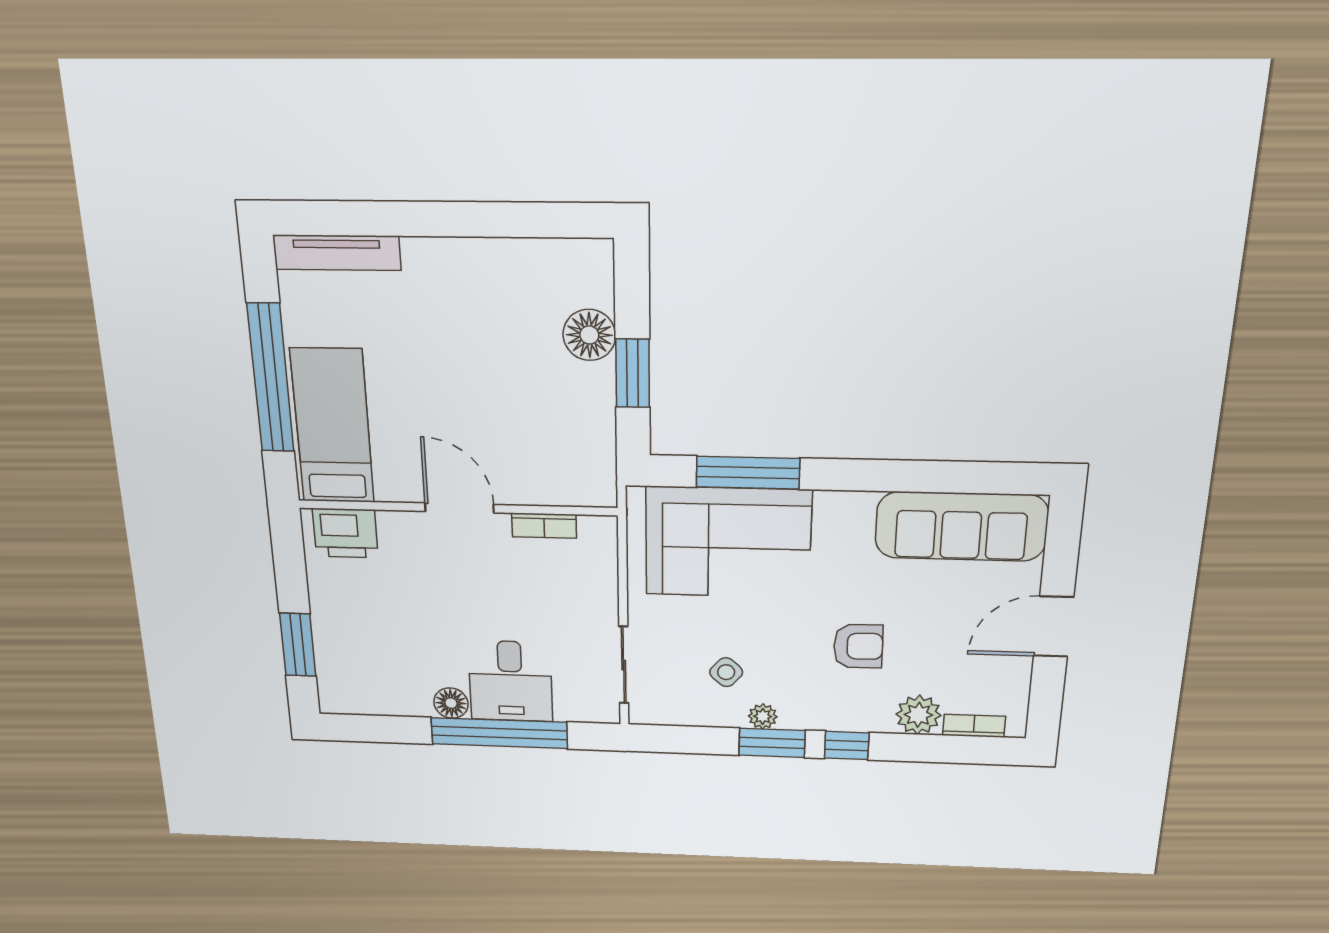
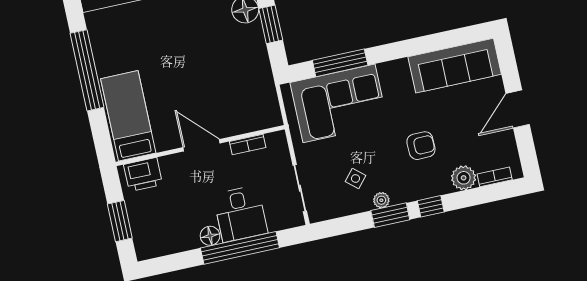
bed: (332, 426) -> (128, 116), moved
wall: (457, 508) -> (200, 146), moved
door: (459, 508) -> (201, 145), moved
bookcase: (544, 526) -> (248, 144), moved
printer: (345, 533) -> (143, 175), moved

